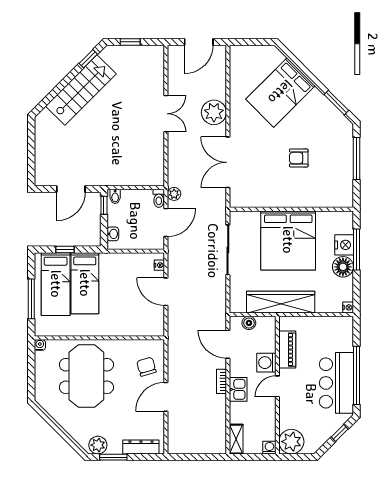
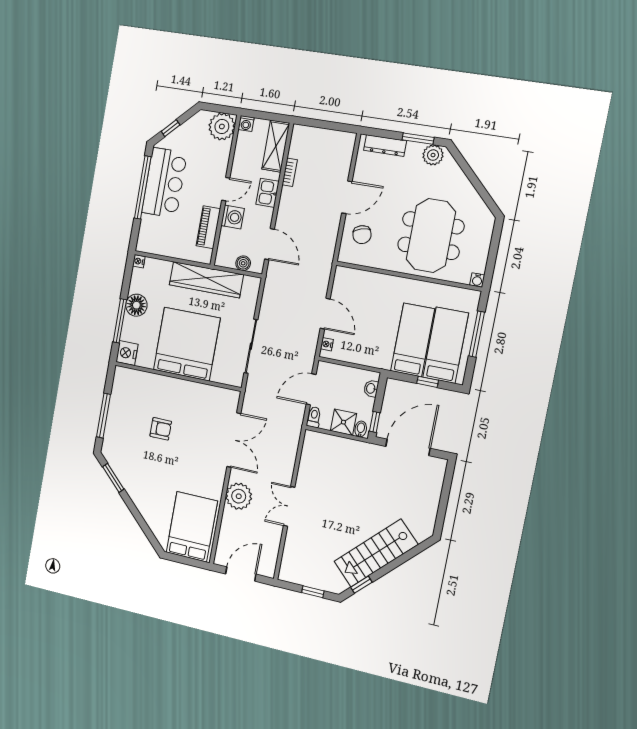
bed: (280, 92) -> (192, 527), moved, turned -45
door: (71, 189) -> (408, 447), width x1.36
plant: (174, 194) -> (297, 418), removed
shower: (131, 199) -> (343, 422), added
nightstand: (344, 245) -> (127, 353), moved
bookcase: (221, 381) -> (290, 172), moved
shelving: (236, 439) -> (276, 146), width x1.50, depth x1.33

